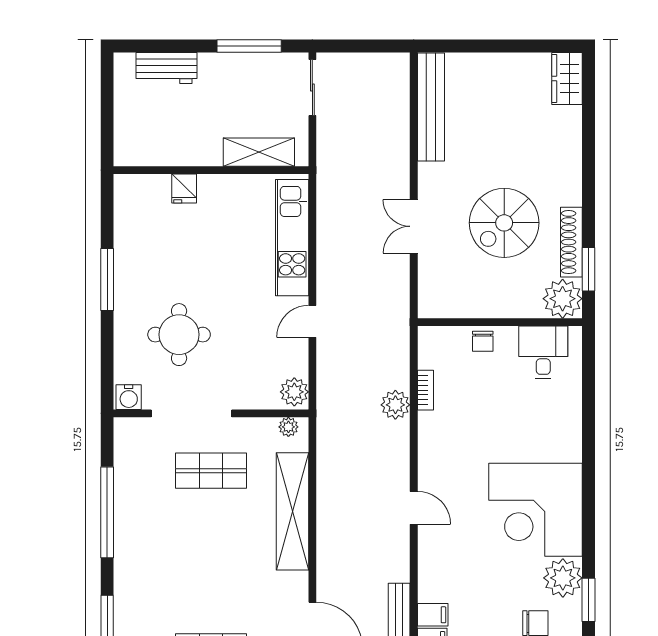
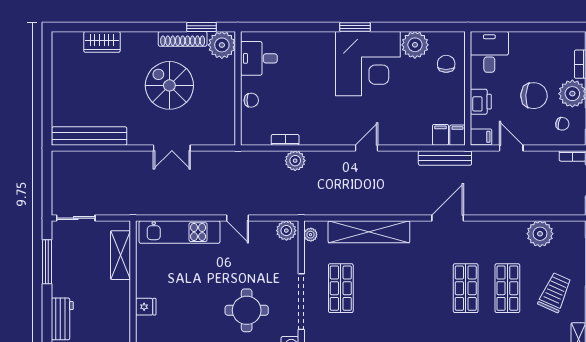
wardrobe: (567, 78) -> (102, 42), moved
spiral stairs: (504, 223) -> (169, 85), turned 180
window: (589, 600) -> (355, 27), moved

